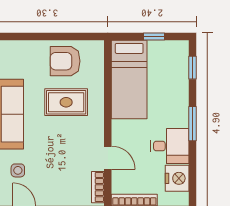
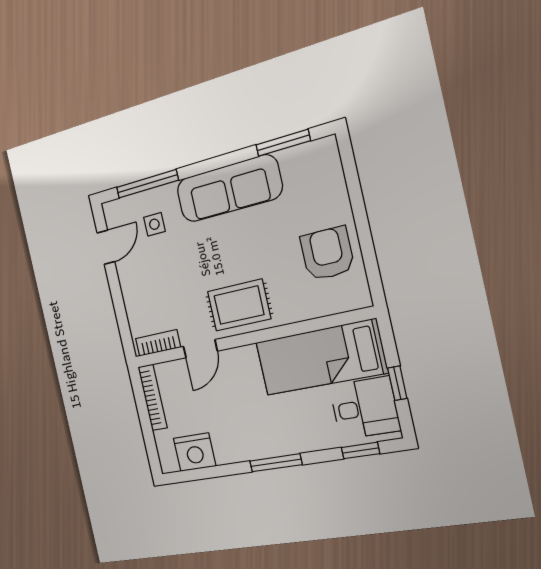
rug: (66, 102) -> (239, 305), moved, turned 90
desk: (170, 146) -> (365, 408), moved, turned -90

